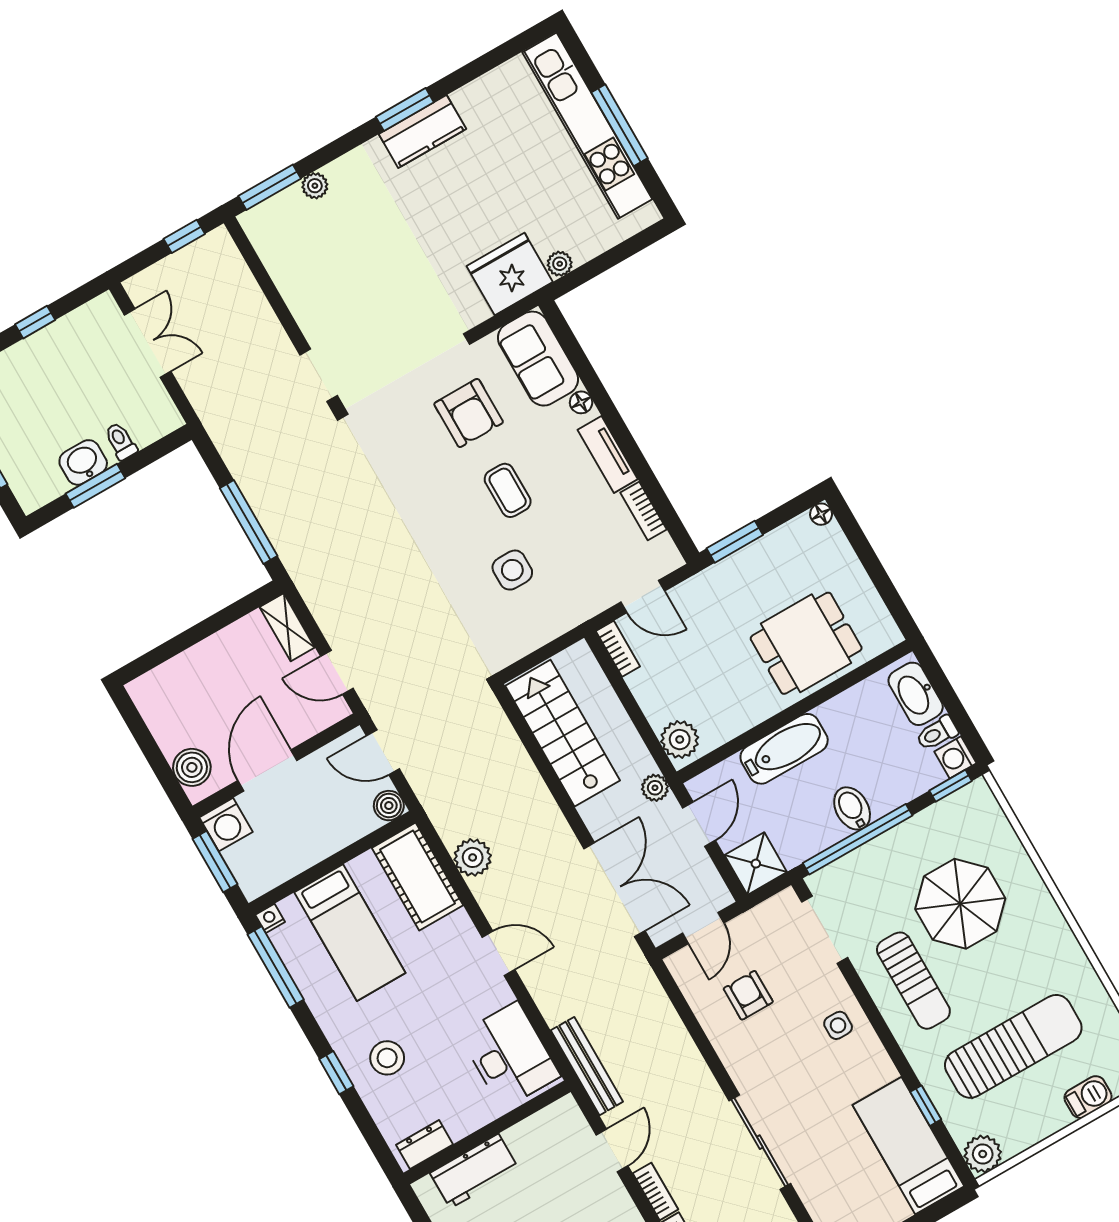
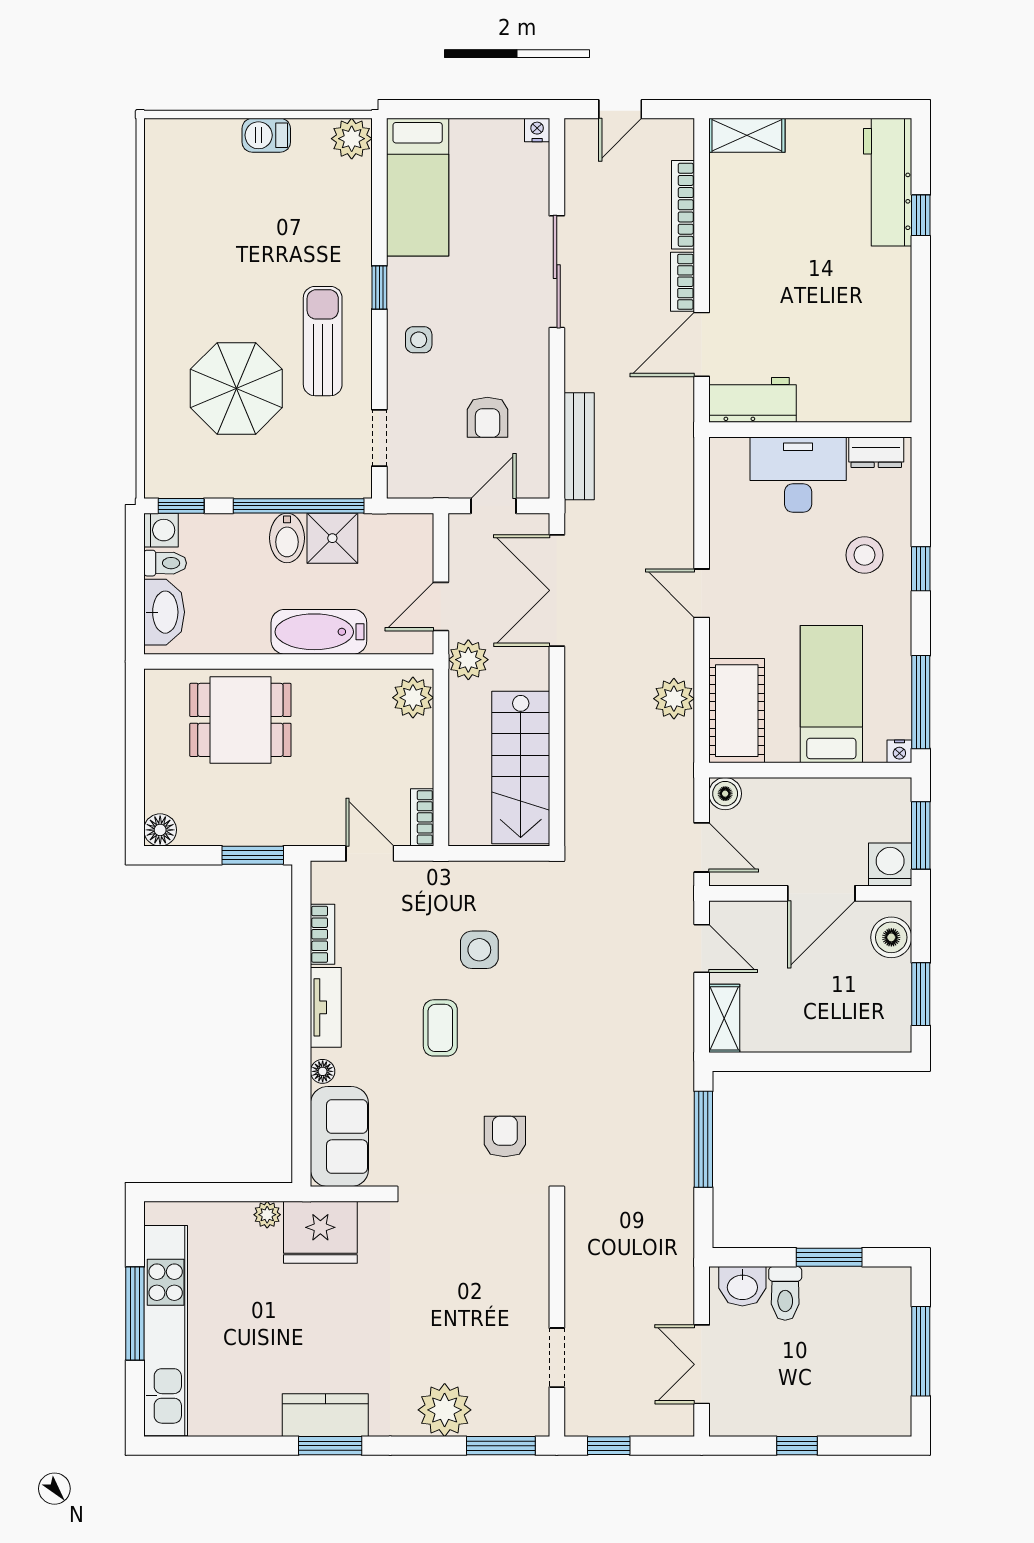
plant: (315, 186) -> (445, 1410), width x1.88, depth x1.88
doorway: (319, 375) -> (557, 1358), moved
armchair: (469, 413) -> (505, 1136), moved, width x0.72, depth x0.72
toilet: (121, 441) -> (785, 1293), width x1.37, depth x1.39
washbasin: (83, 462) -> (742, 1286), moved
floor lamp: (821, 514) -> (160, 830), width x1.37, depth x1.37
window: (143, 736) -> (921, 994), added
plant: (655, 788) -> (468, 660), width x1.38, depth x1.38
shower: (756, 864) -> (332, 538), moved
doorway: (825, 930) -> (379, 438), width x0.73
sun lounger: (1013, 1046) -> (264, 224), removed
desk: (510, 1055) -> (798, 475), moved, turned 90
bench: (587, 1066) -> (579, 446), moved
barbecue: (1088, 1097) -> (266, 135), moved
window: (926, 1106) -> (379, 288), moved
door: (612, 1150) -> (702, 344), width x1.38
workbench: (474, 1171) -> (752, 400), moved

